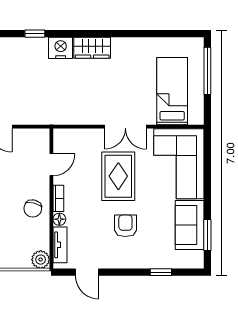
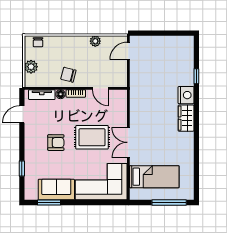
plant: (41, 260) -> (31, 67), moved

